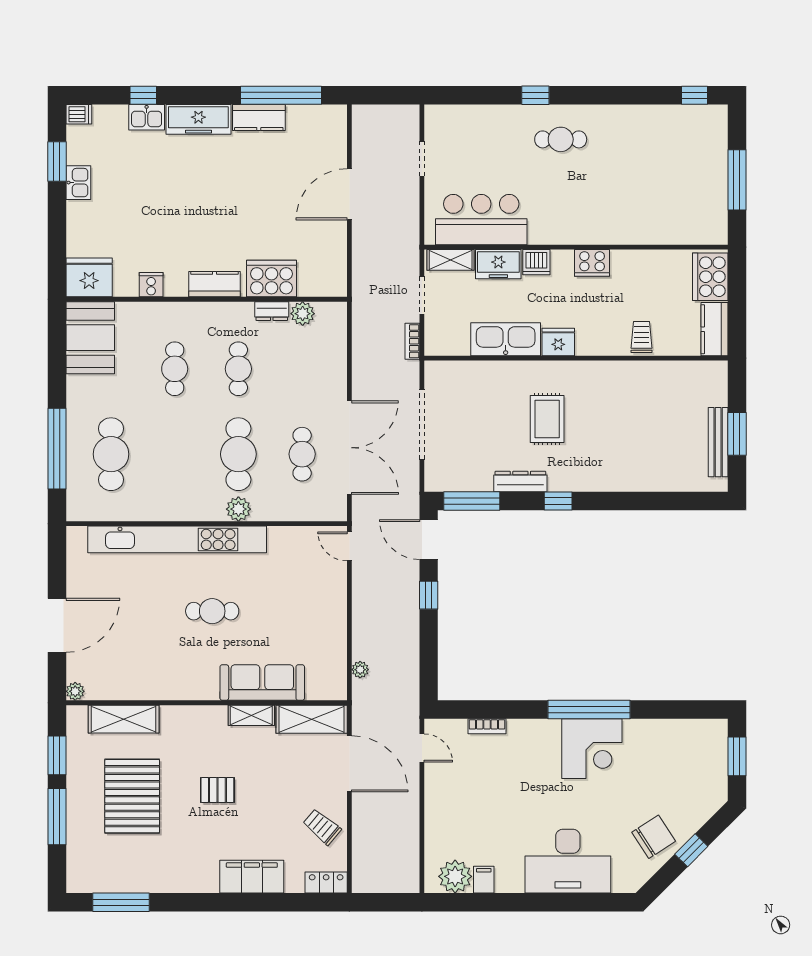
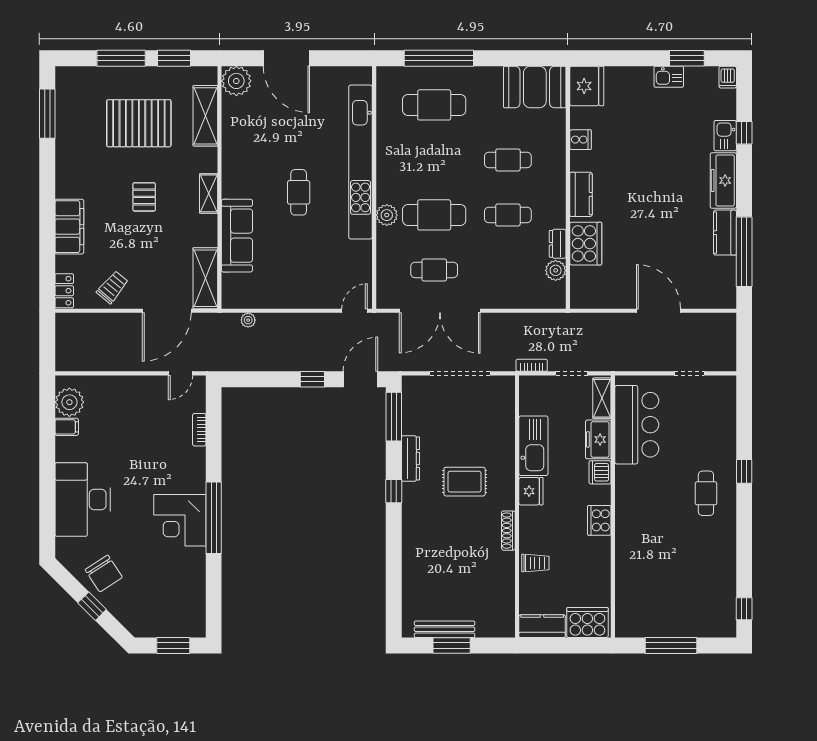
shoe rack: (604, 368) -> (508, 531), added
plant: (75, 691) -> (236, 81), width x1.87, depth x1.87
shelving: (251, 715) -> (209, 193), moved

